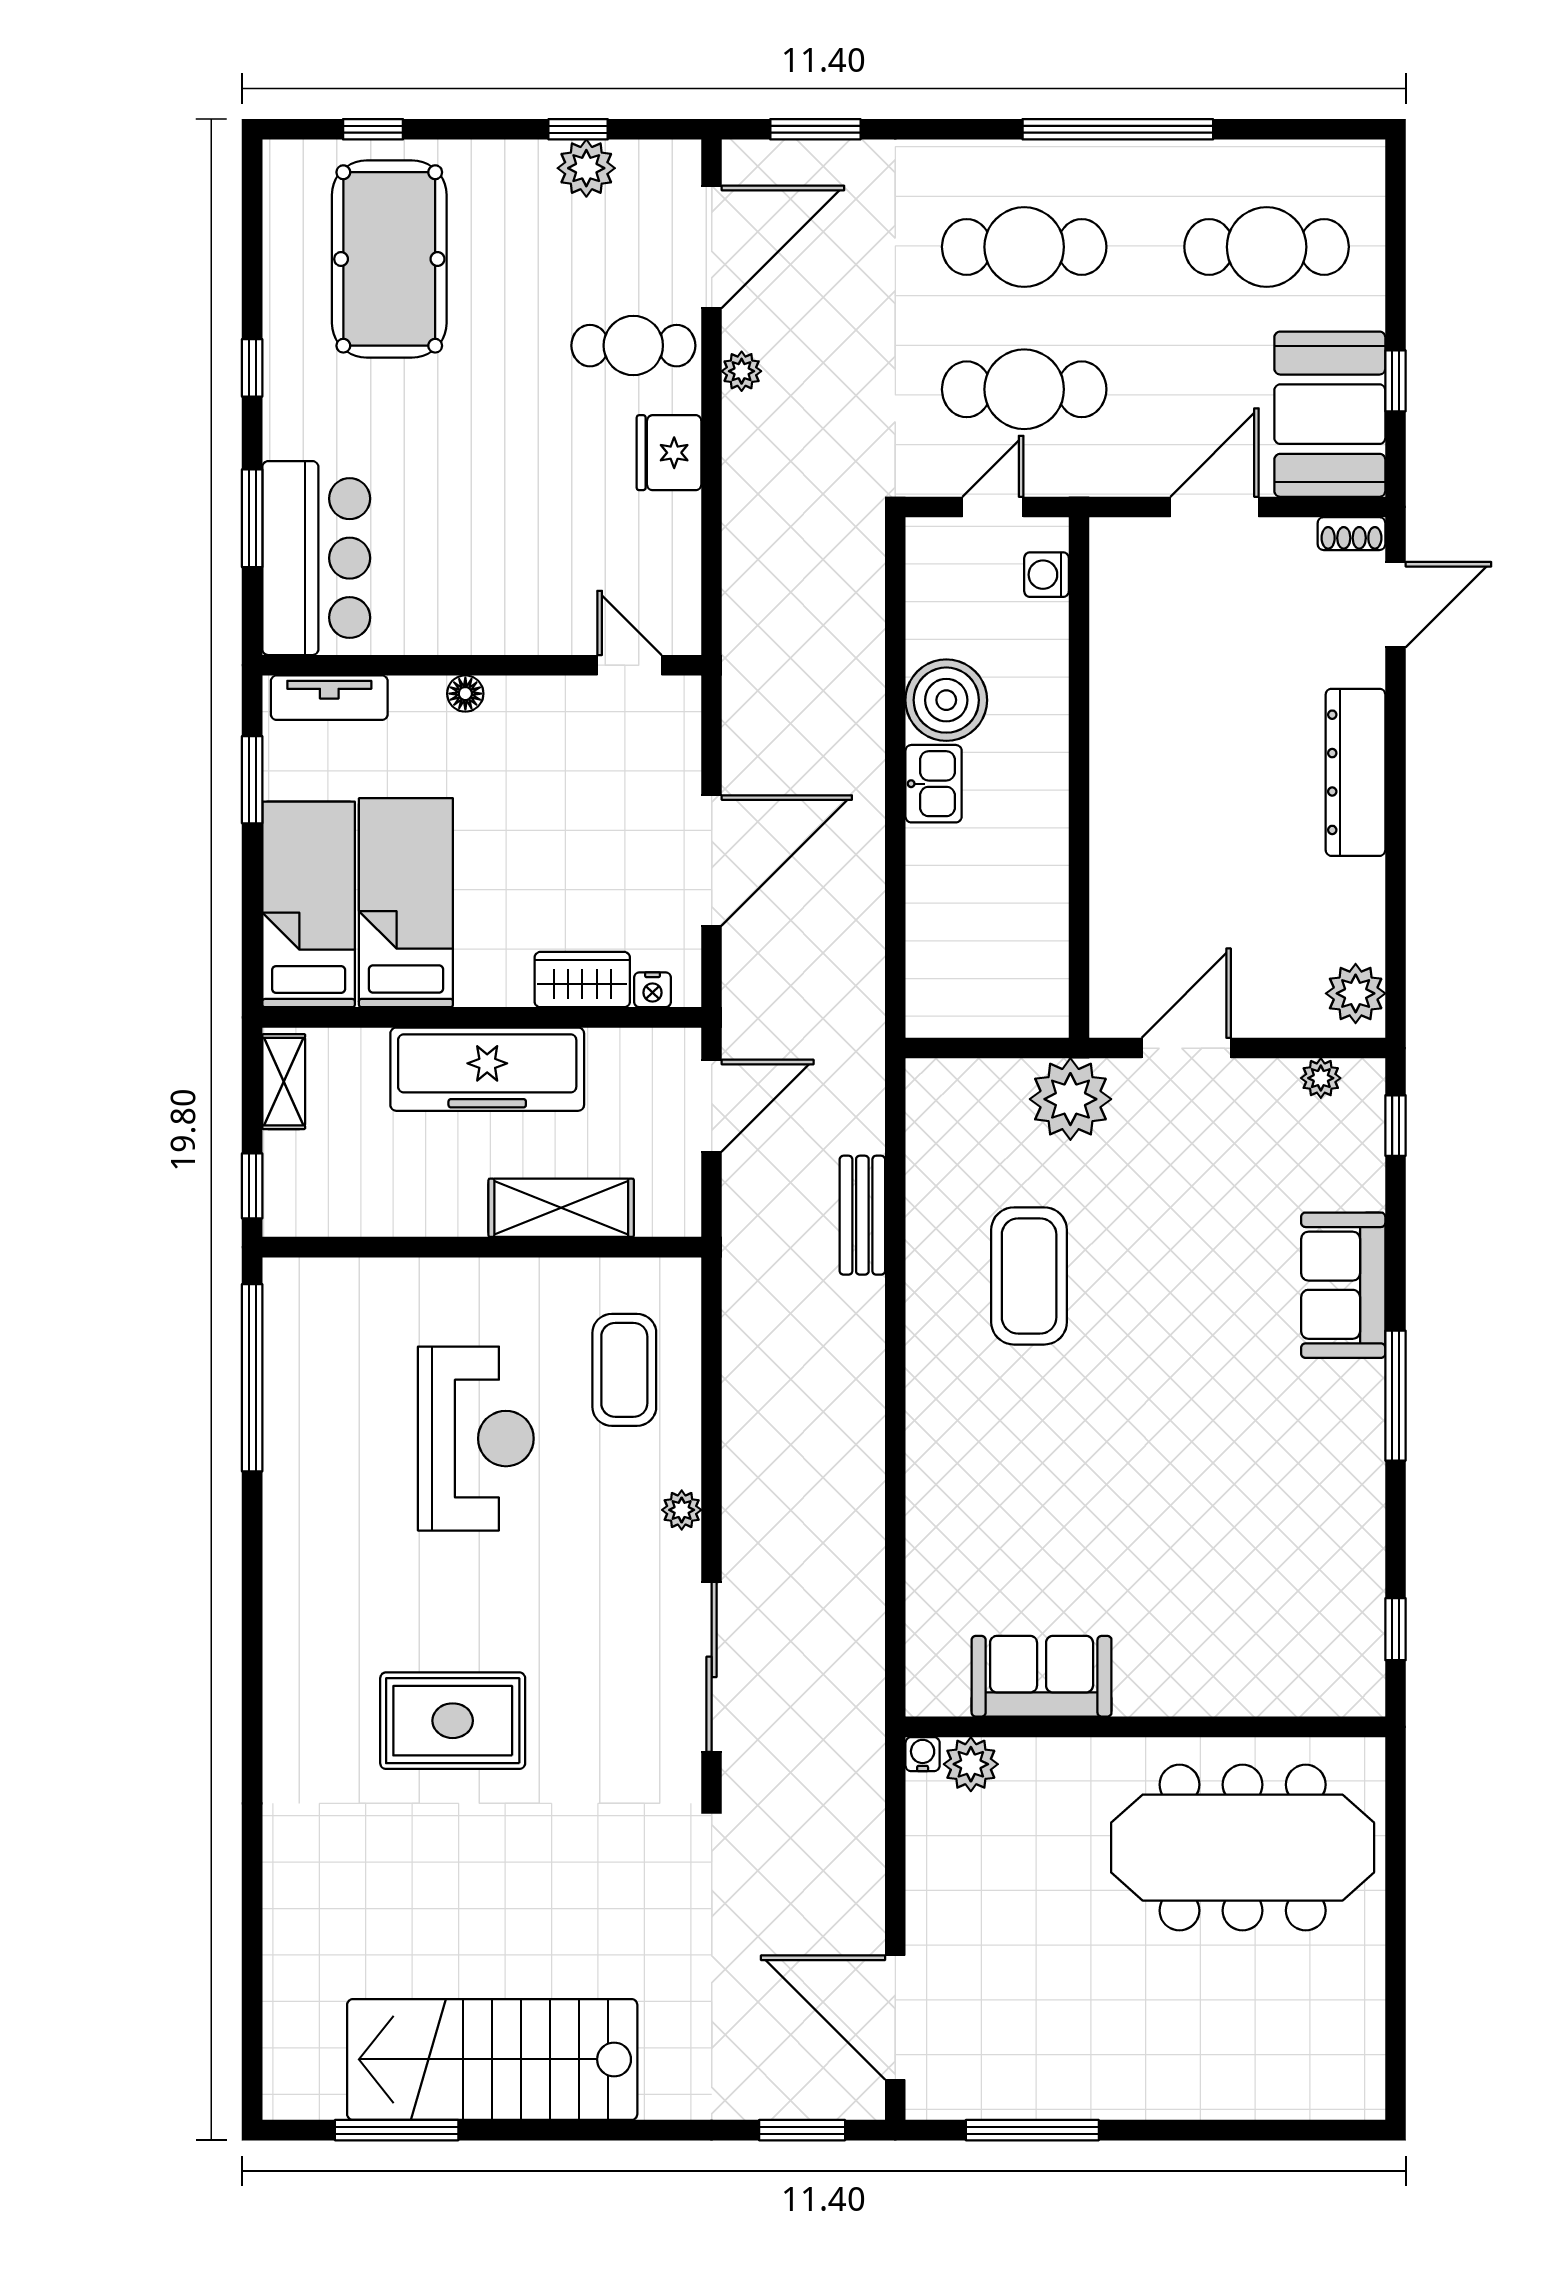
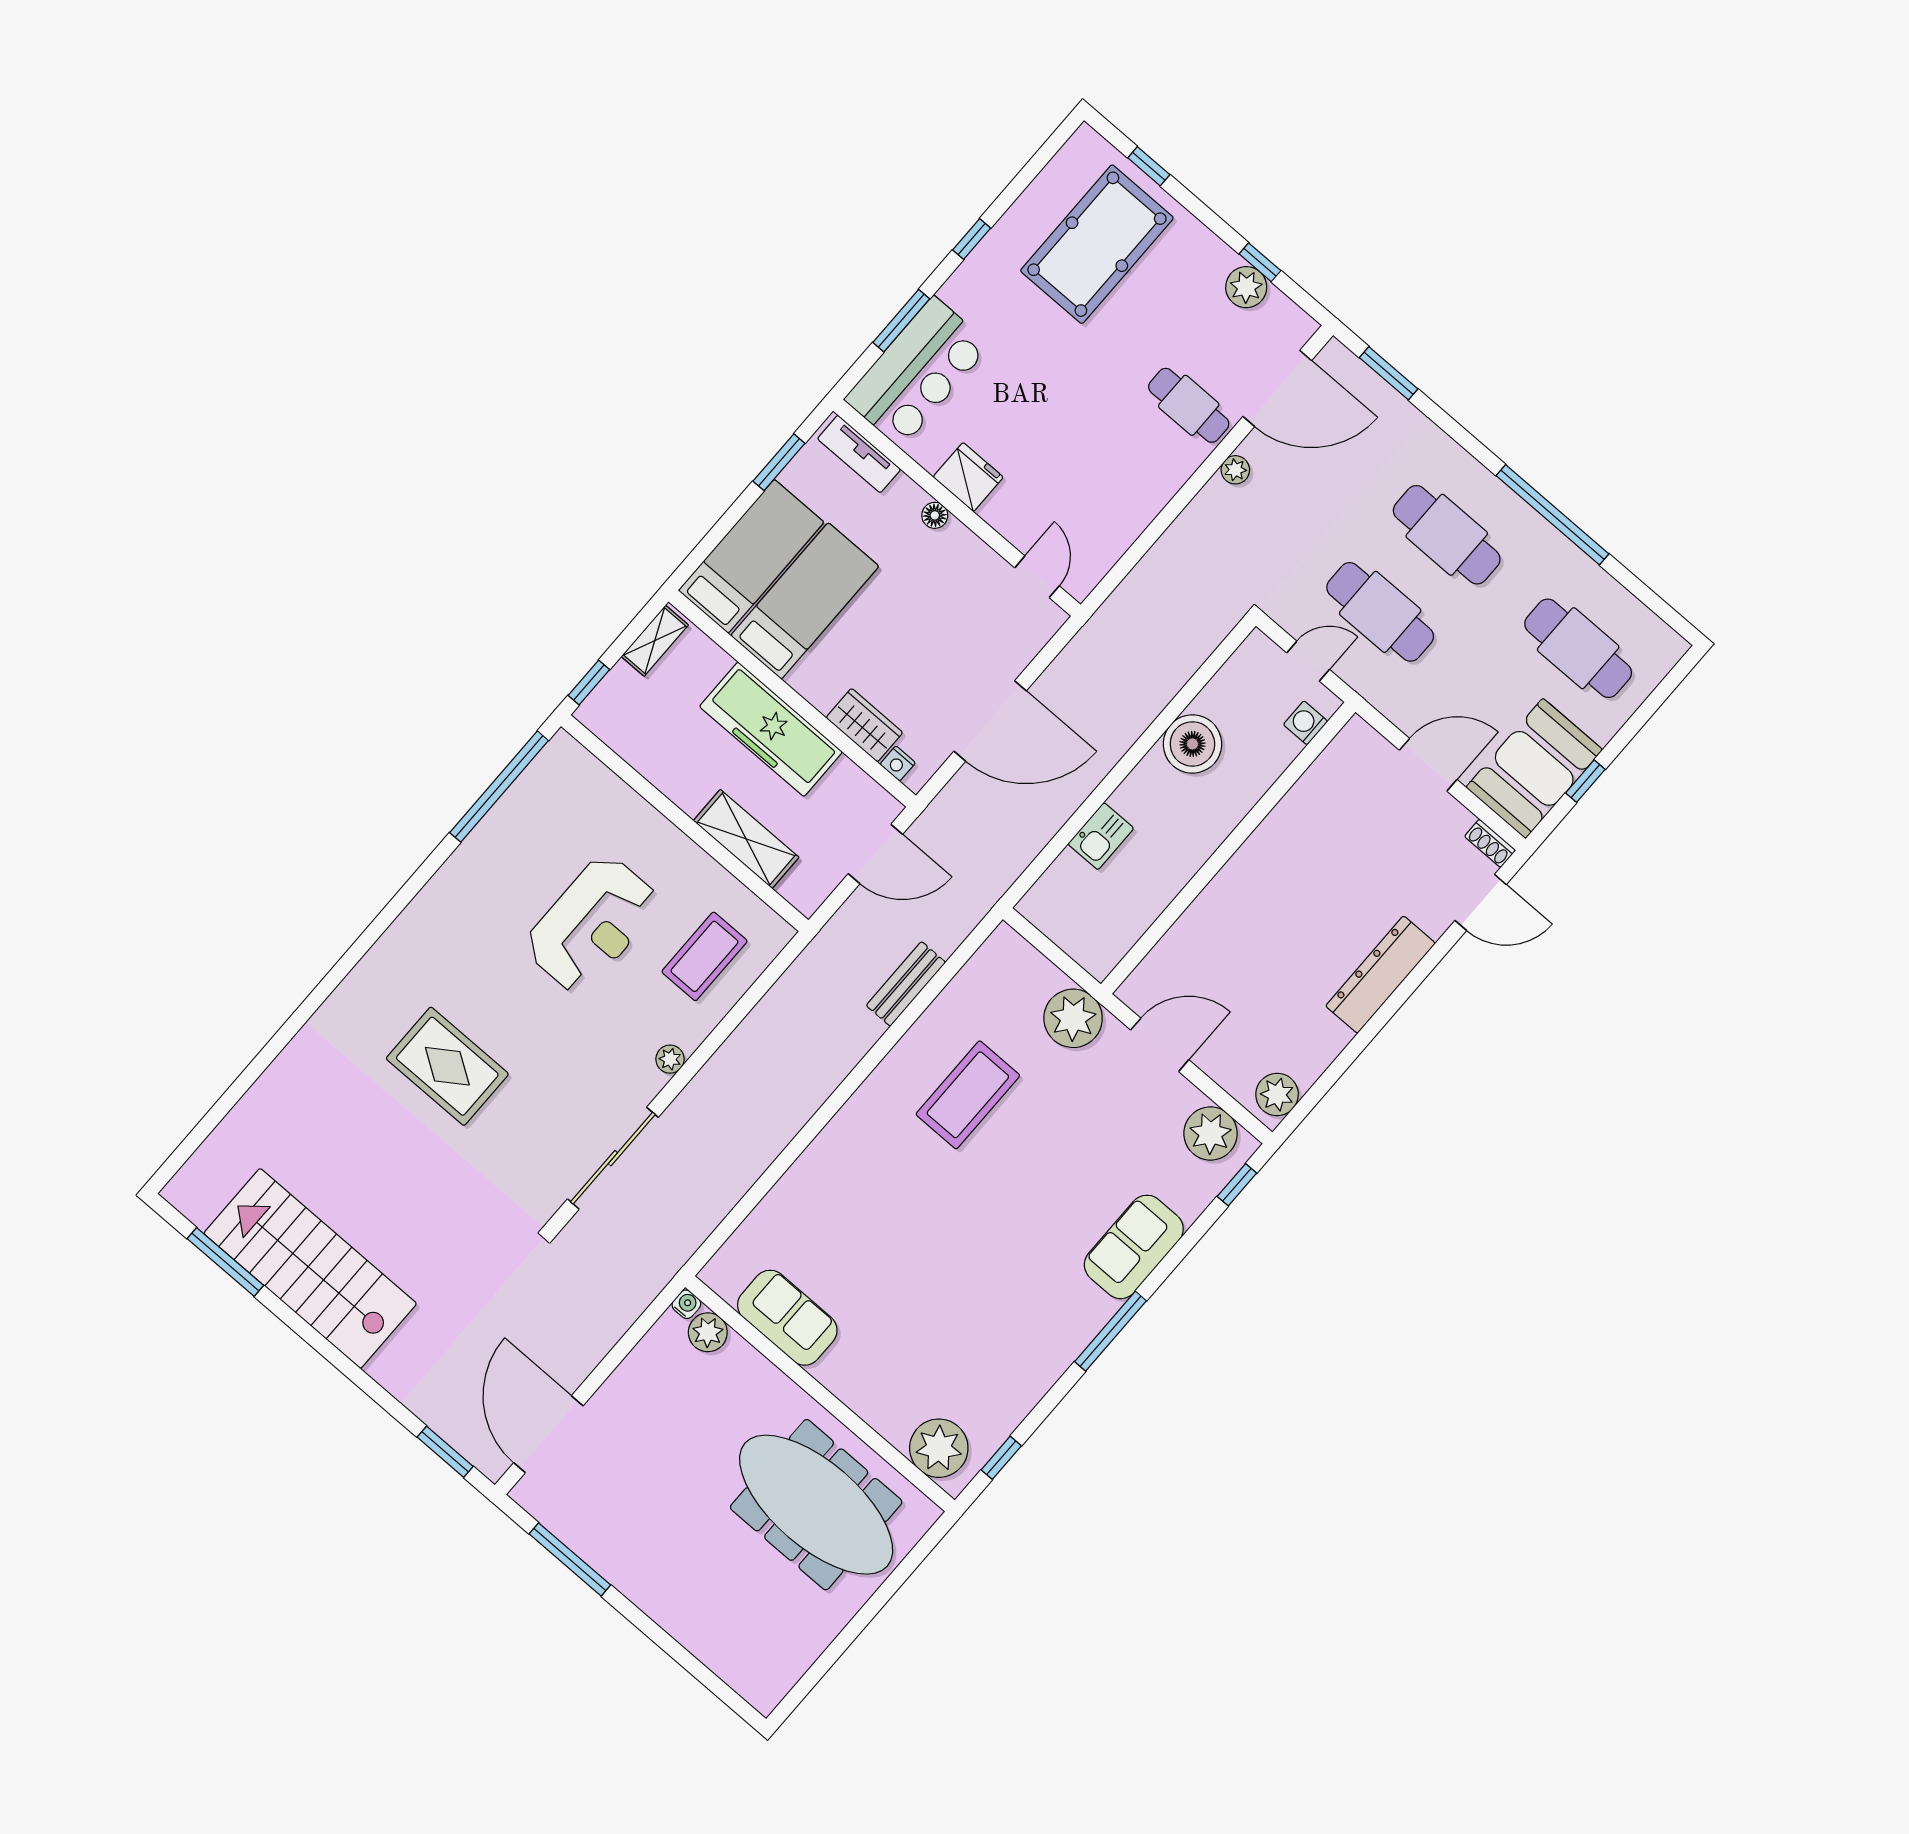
fridge: (669, 453) -> (968, 477), moved, turned 90
kitchen sink: (934, 784) -> (1101, 836), moved
plant: (1321, 1078) -> (1210, 1133), width x1.88, depth x1.88
plant: (1321, 1676) -> (939, 1448), added

